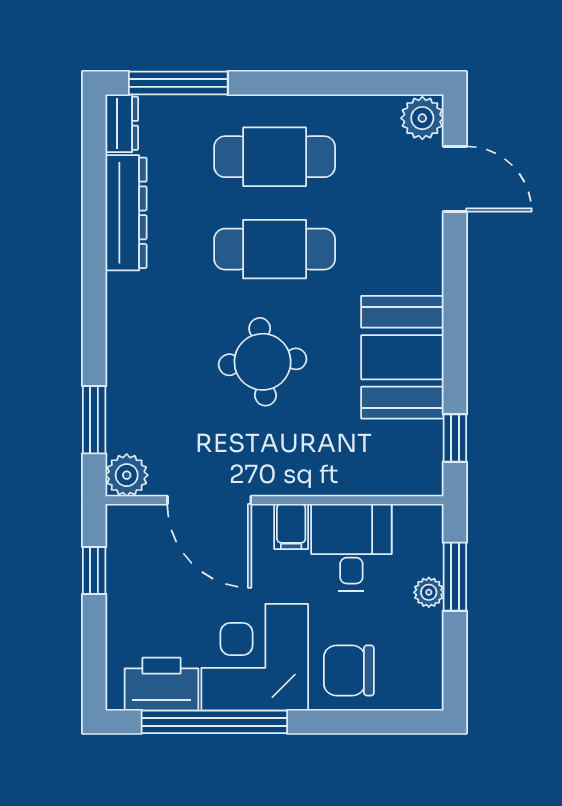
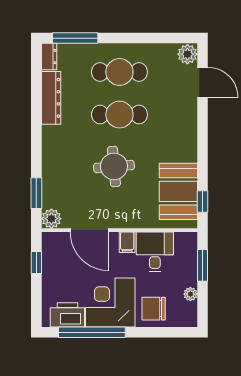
booth: (402, 357) -> (178, 191), moved
plant: (429, 592) -> (190, 294), moved

